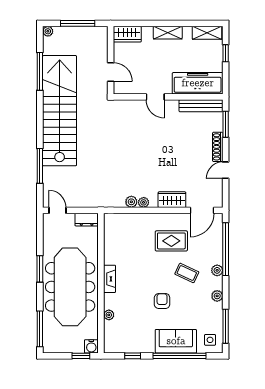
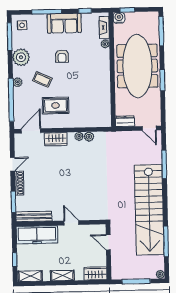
fireplace: (110, 279) -> (104, 27), moved
plant: (217, 296) -> (21, 57), width x1.88, depth x1.88
sofa: (176, 341) -> (64, 23), moved
window: (179, 356) -> (47, 12), width x0.68

